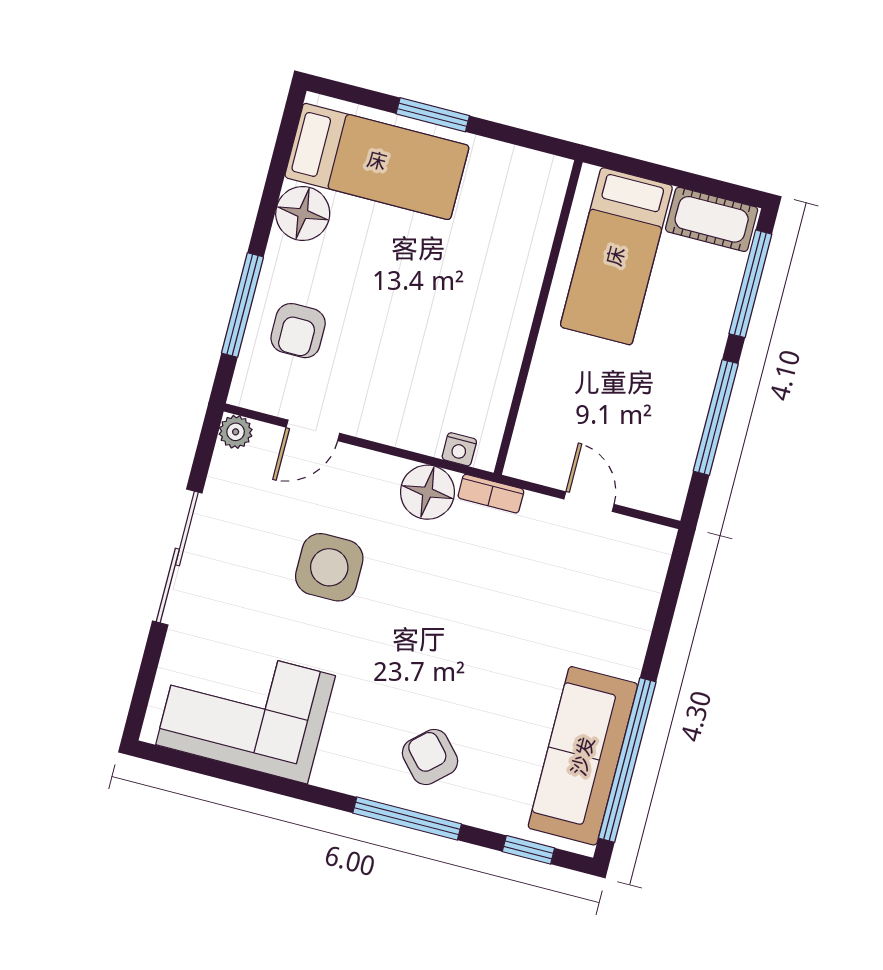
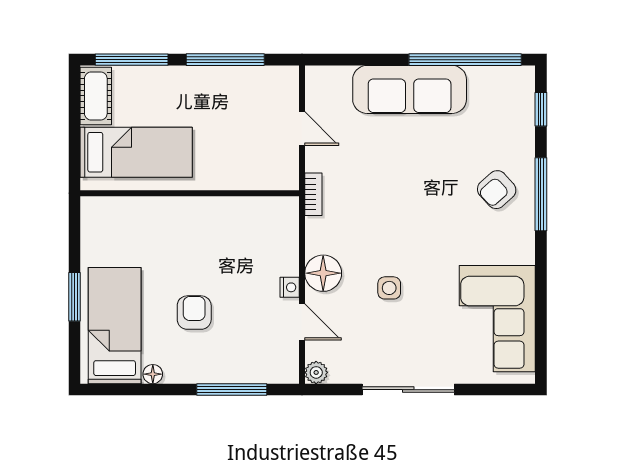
floor lamp: (303, 213) -> (153, 374), width x0.53, depth x0.53
armchair: (298, 331) -> (194, 313), moved, turned -90
nightstand: (459, 449) -> (290, 287), moved
floor lamp: (427, 492) -> (323, 273), moved
door: (589, 502) -> (302, 129), swing flipped
side table: (329, 567) -> (389, 288), width x0.54, depth x0.54
sofa: (583, 756) -> (410, 89), moved

